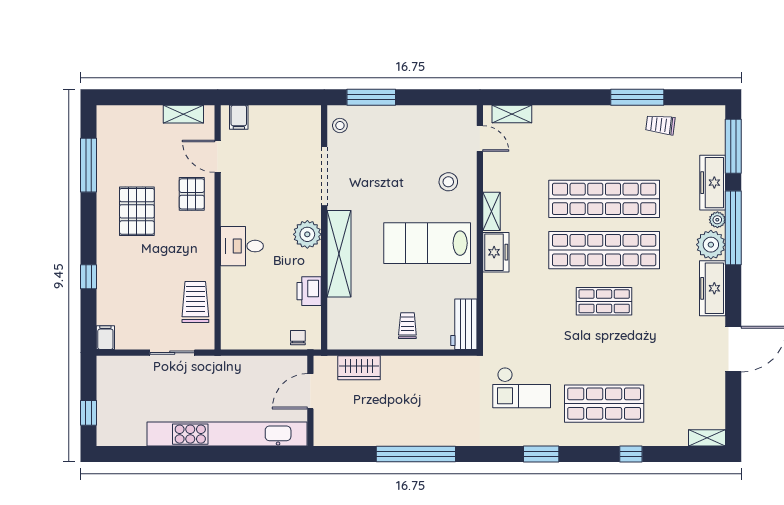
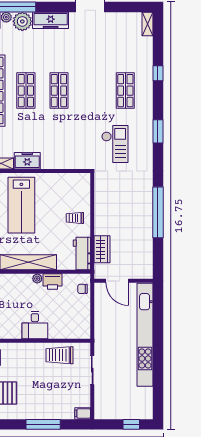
plant: (307, 234) -> (37, 279), moved, width x0.53, depth x0.53
desk: (242, 246) -> (35, 325), moved
shop shelf: (604, 250) -> (26, 91), width x0.50, depth x0.74
window: (89, 277) -> (43, 424), width x2.17
workbench: (464, 324) -> (82, 254), moved, turned 90
shop shelf: (604, 404) -> (125, 91), width x0.70, depth x0.74

